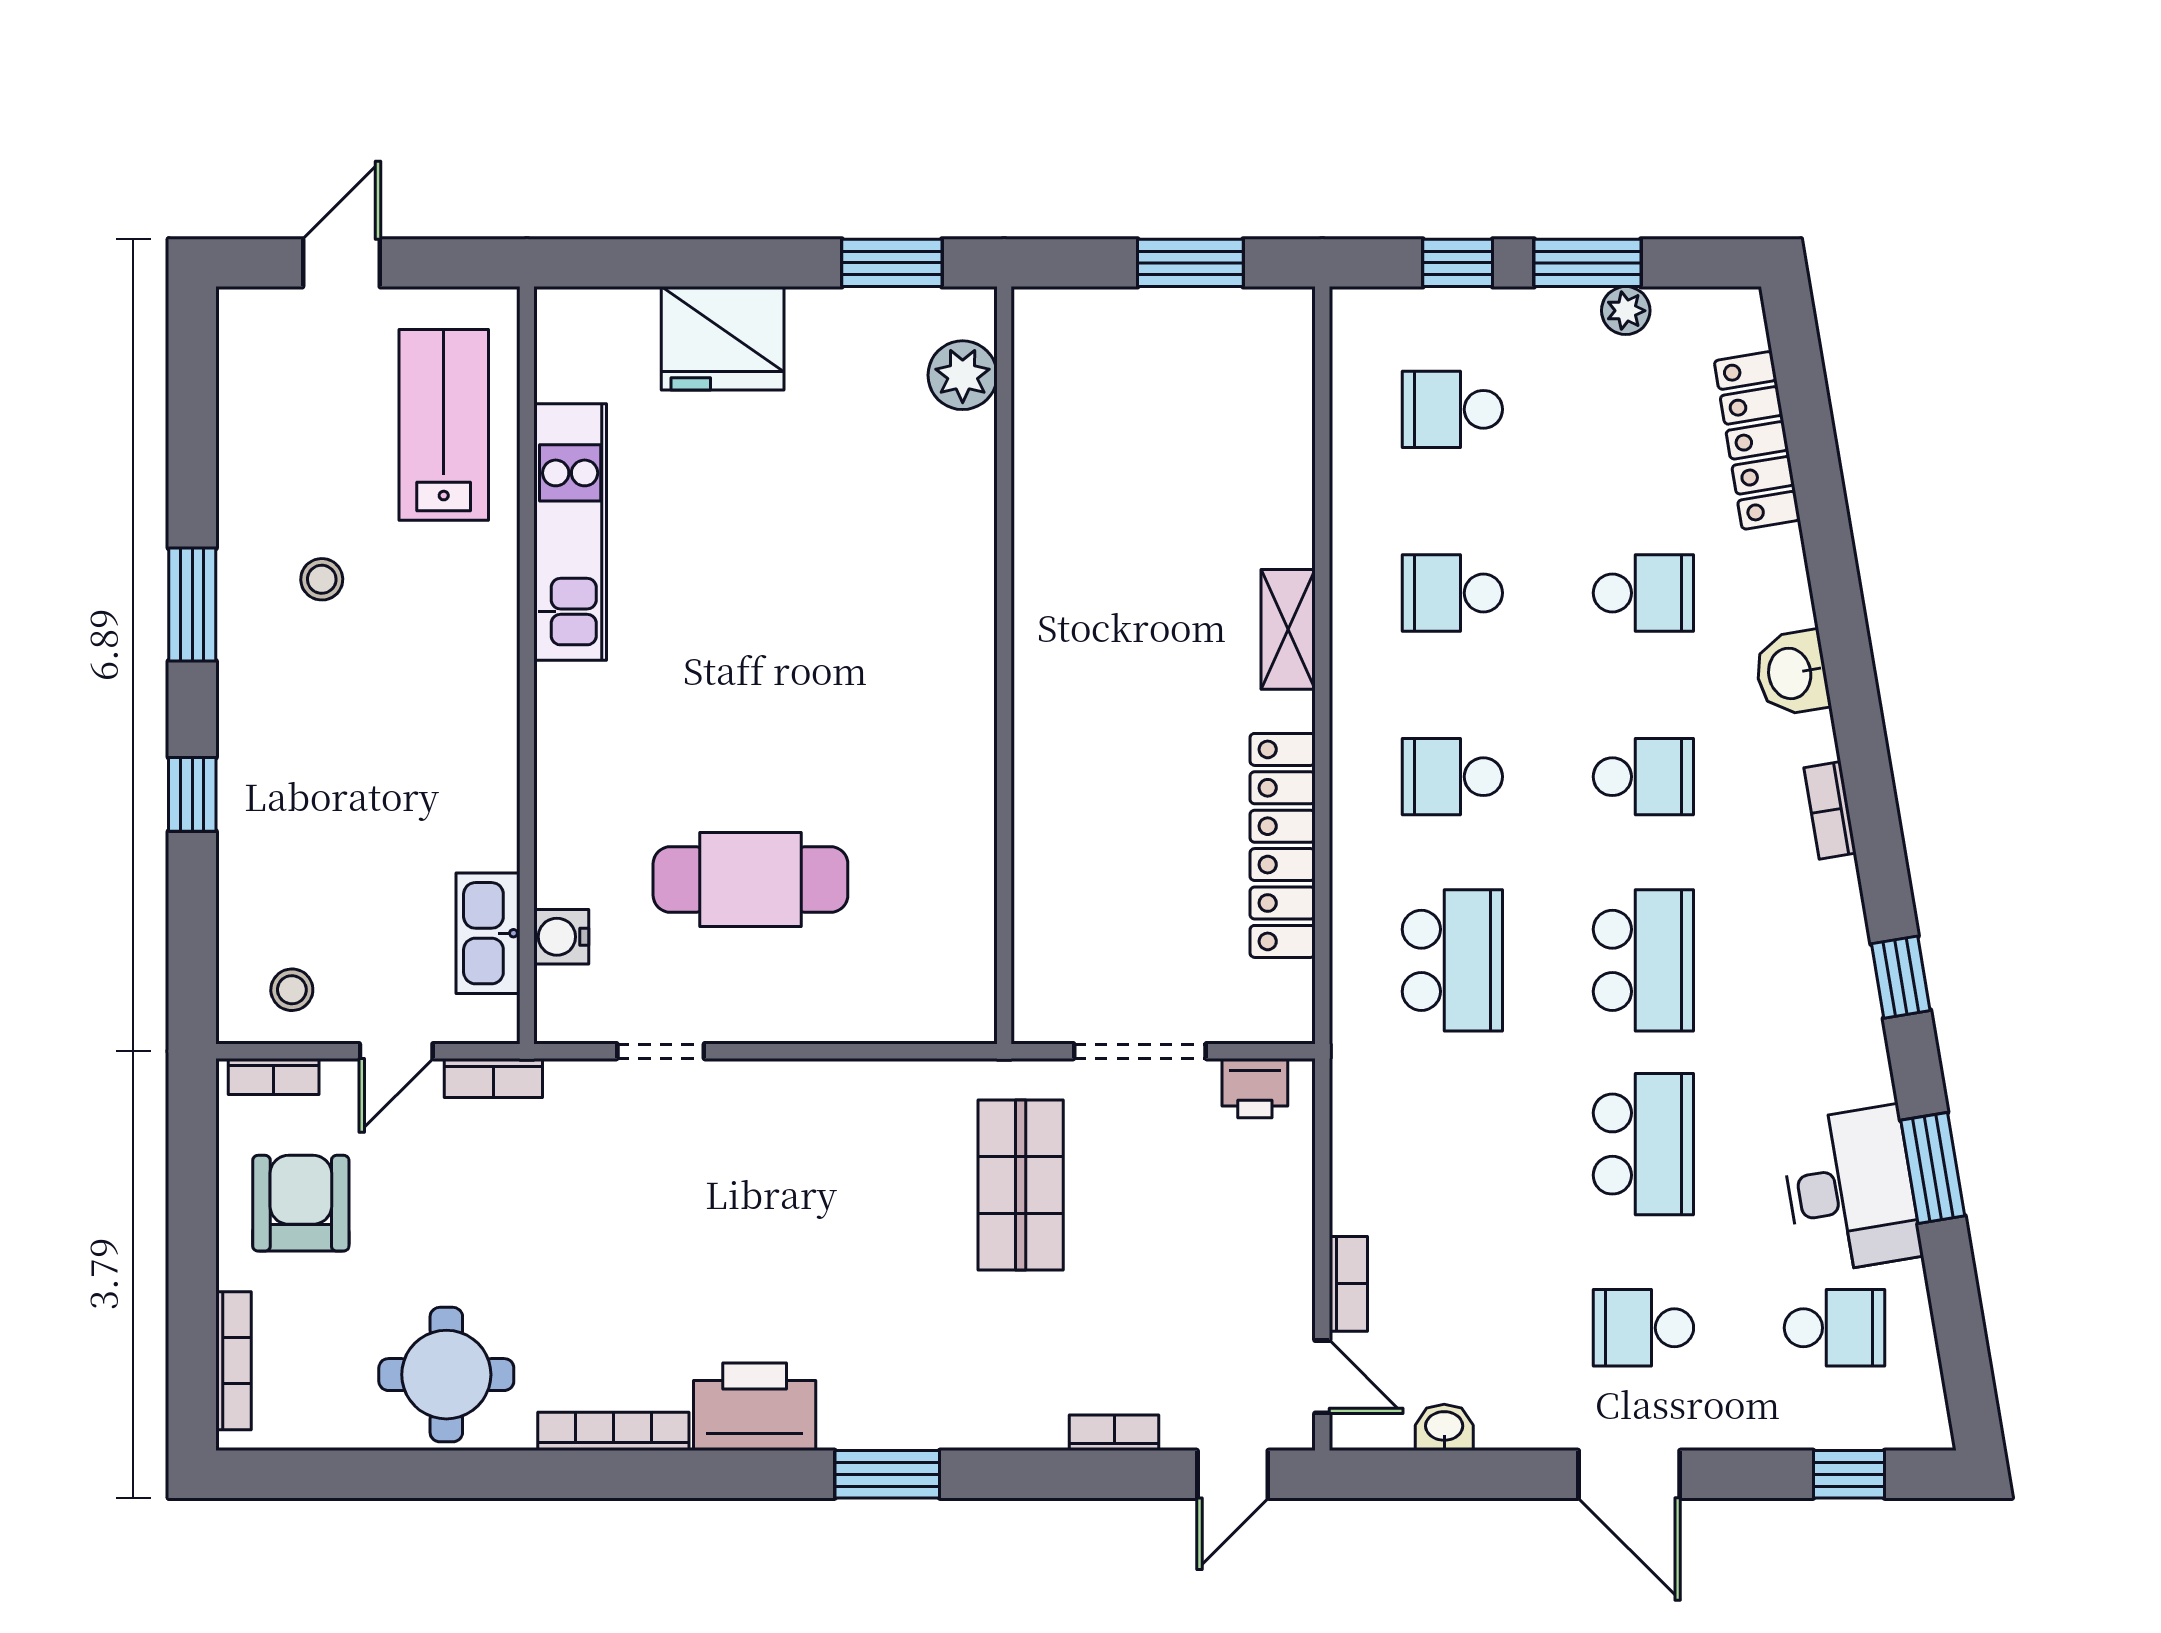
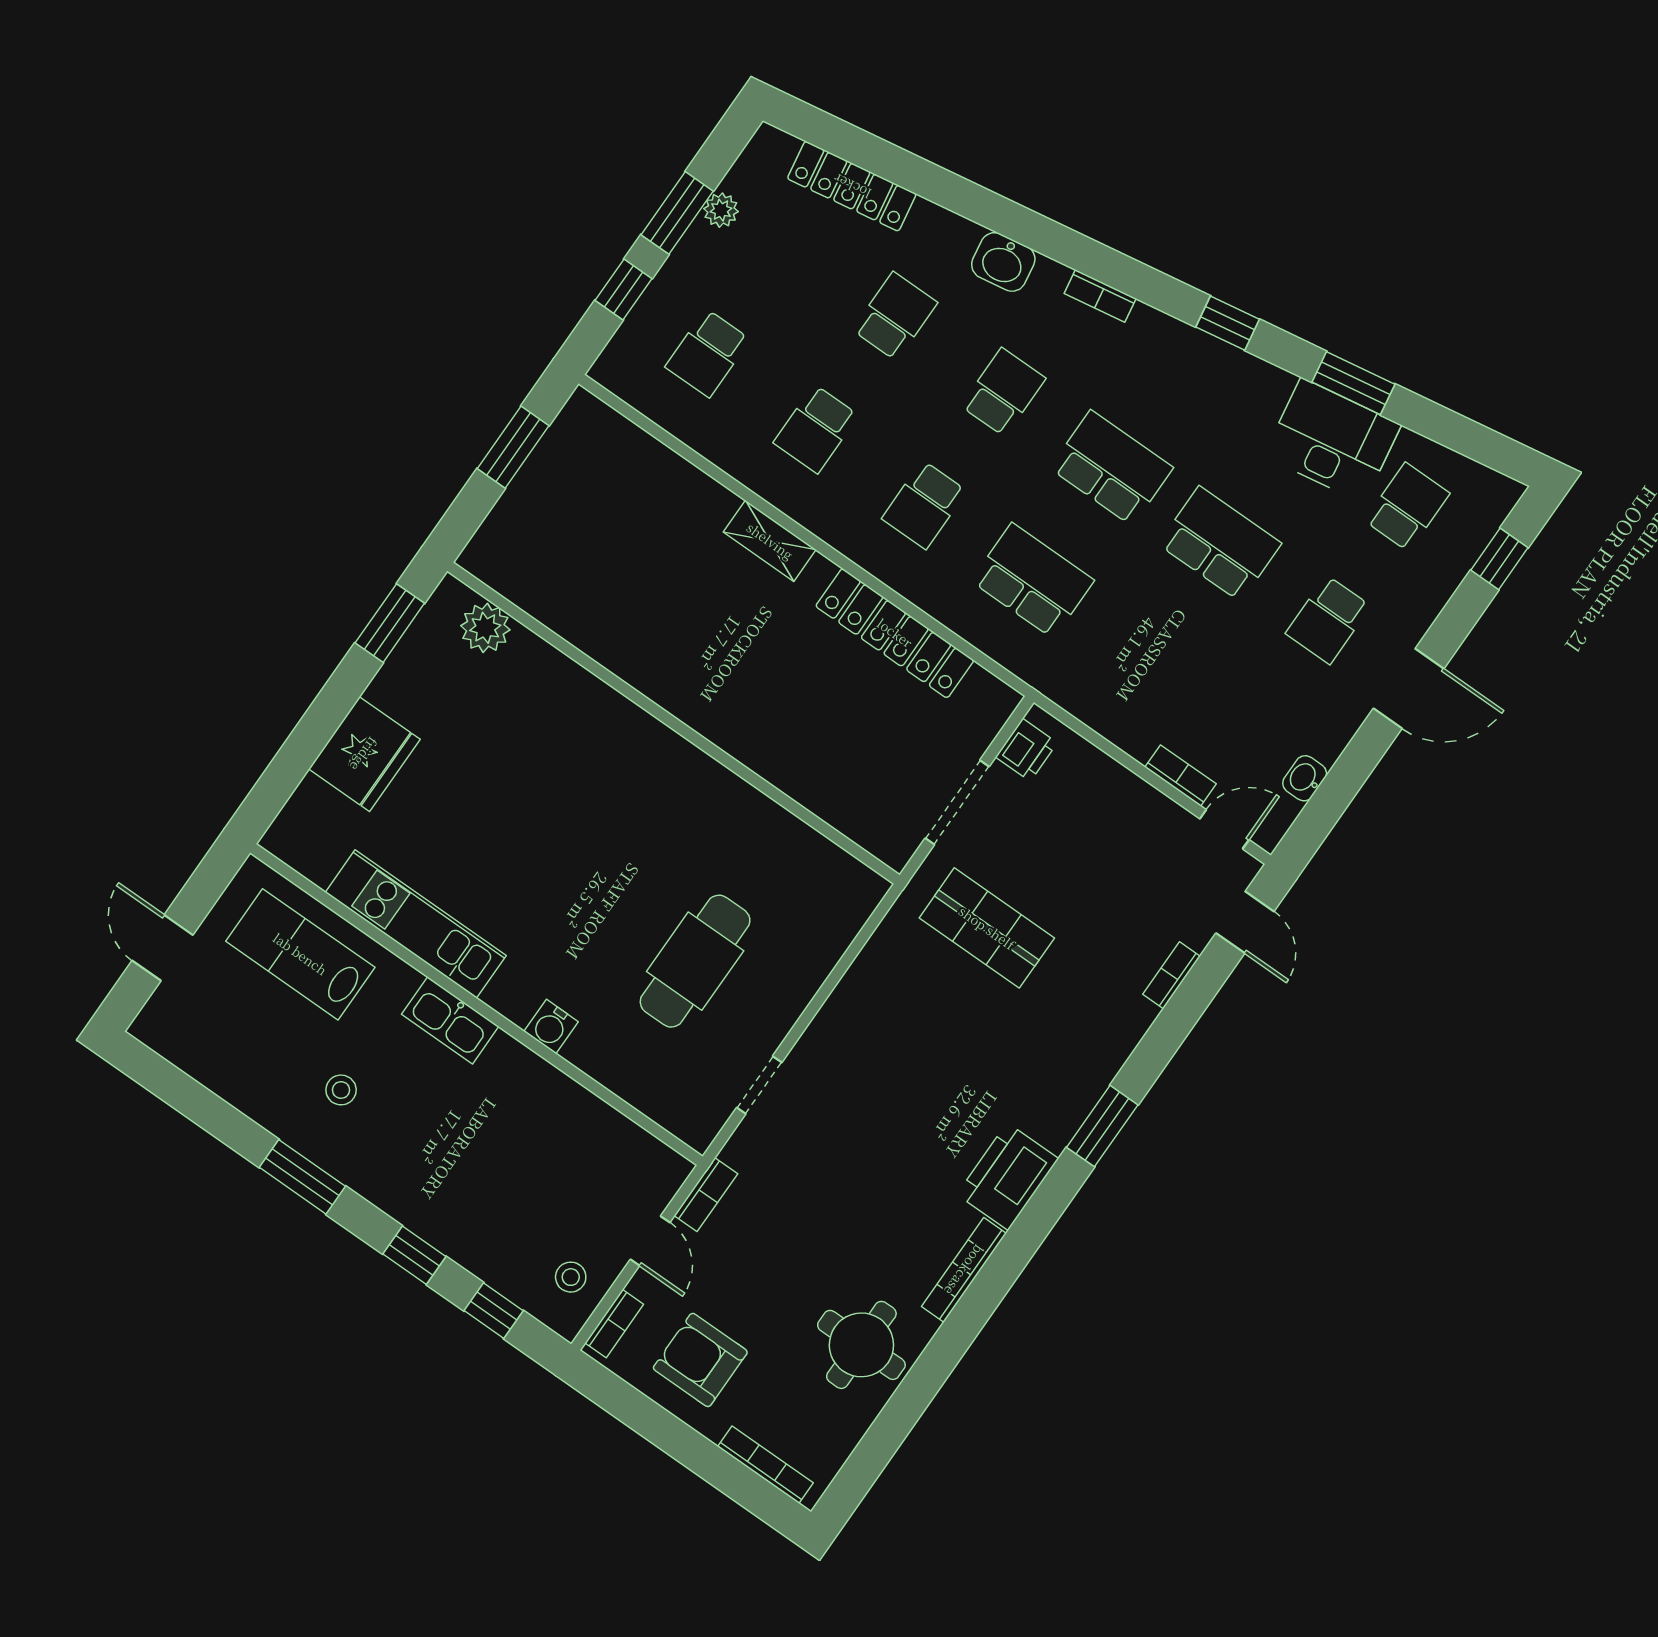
window: (192, 929) -> (494, 1311), added
kitchen sink: (488, 933) -> (450, 1020), moved
water cooler: (561, 937) -> (551, 1027), moved

